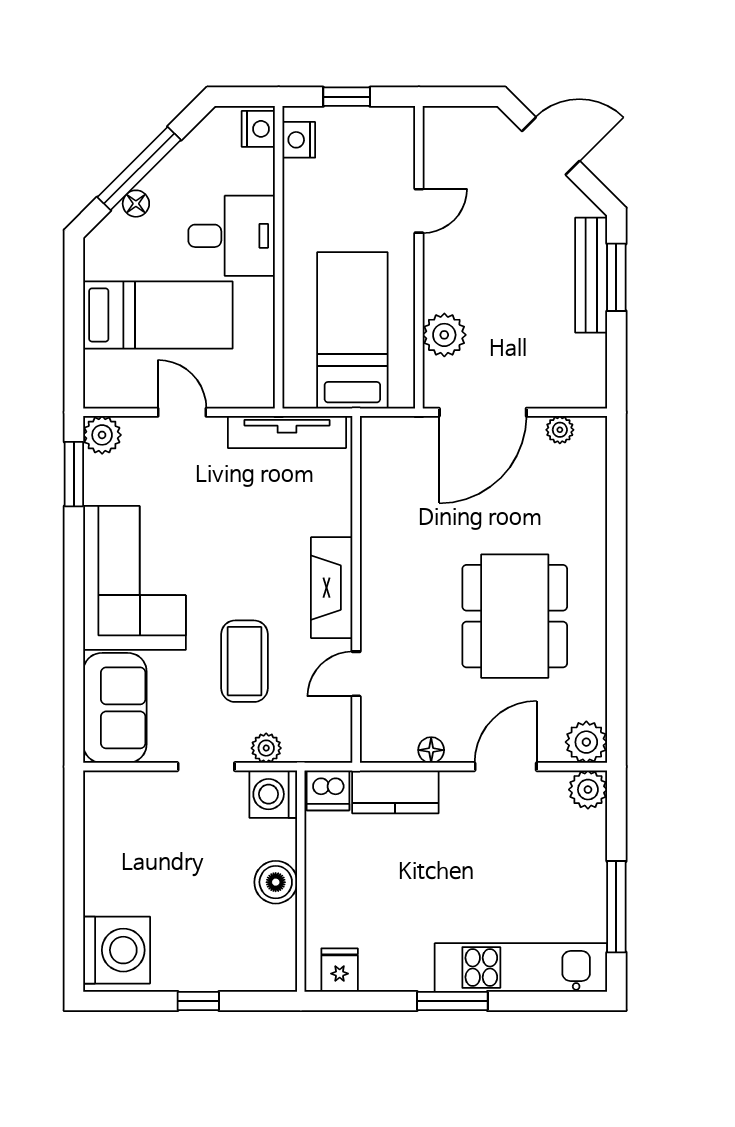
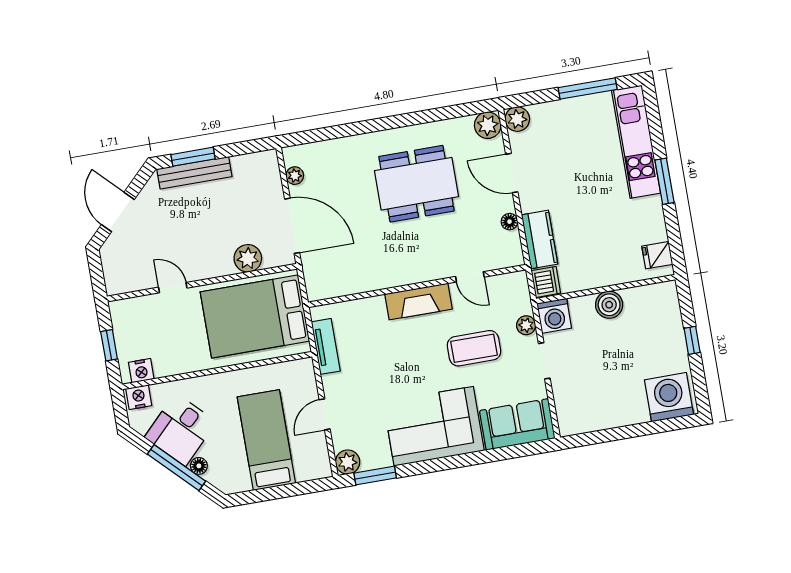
desk: (232, 236) -> (181, 430), moved, turned -135
bed: (352, 330) -> (255, 316), width x1.50
tv unit: (287, 432) -> (326, 346), width x0.71

